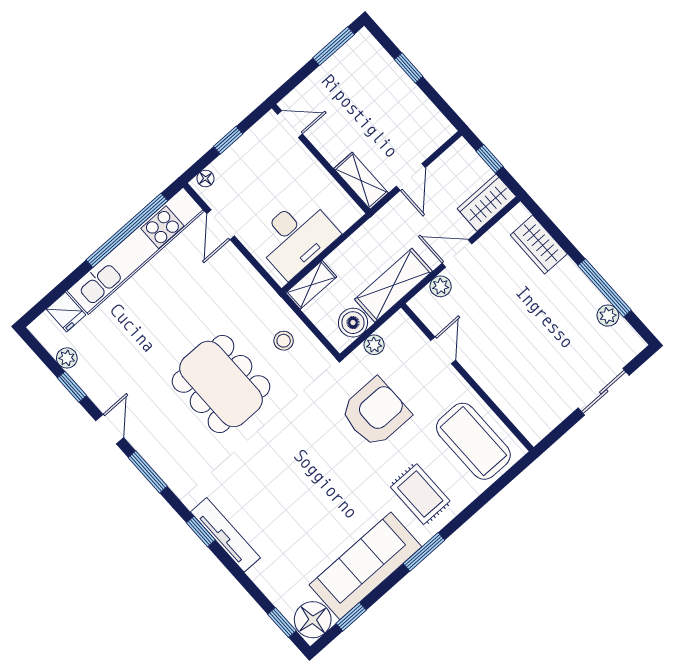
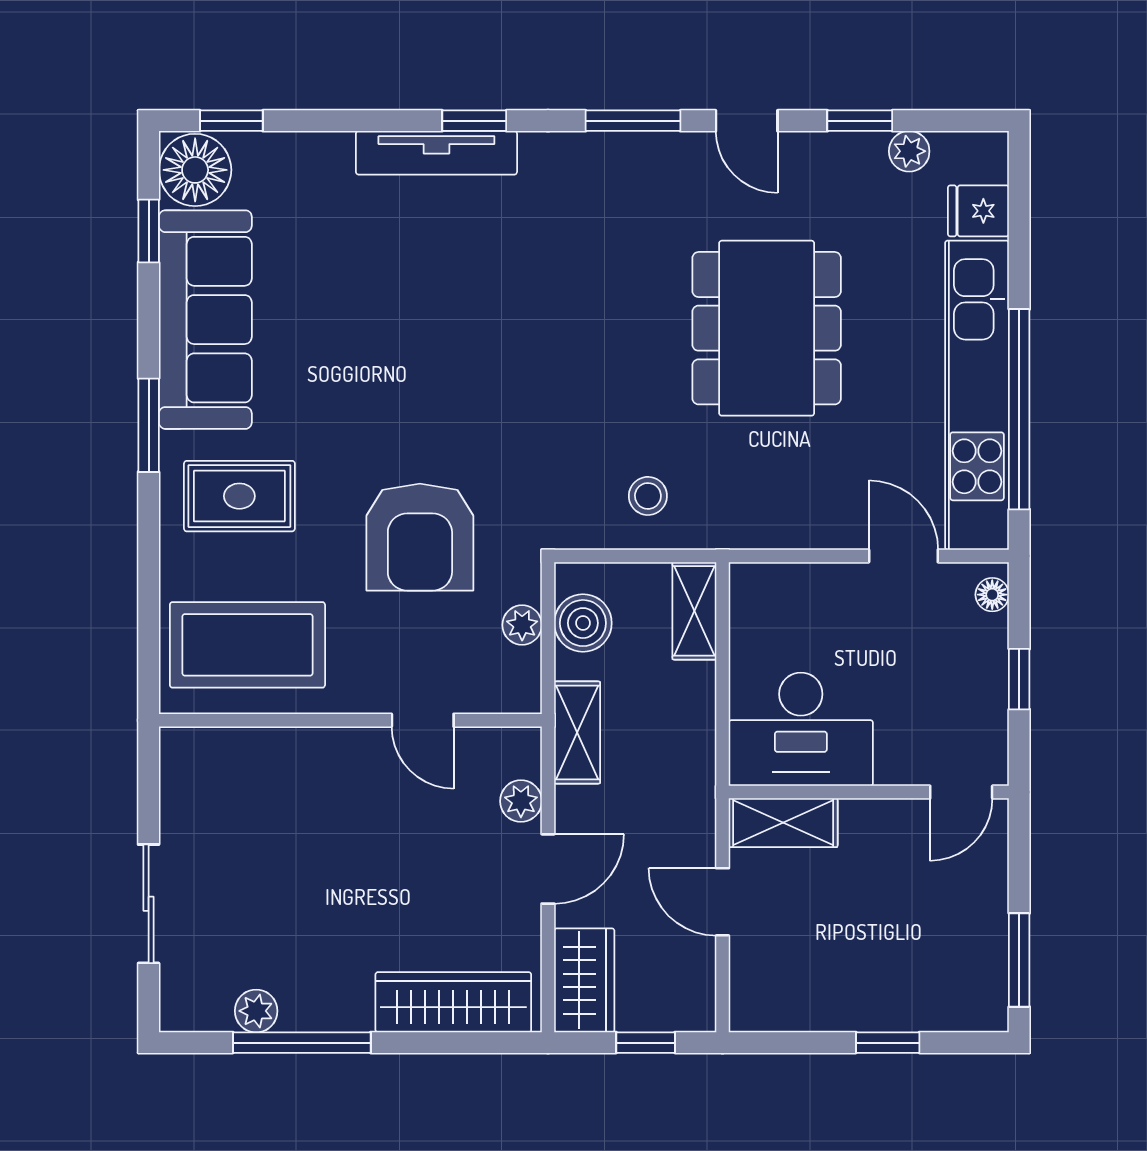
desk: (296, 237) -> (801, 729), moved, turned -90
wardrobe: (539, 244) -> (453, 1002), width x1.50
shelving: (393, 285) -> (577, 733), width x0.67, depth x0.75
dining table: (221, 384) -> (767, 328), moved, turned 90

